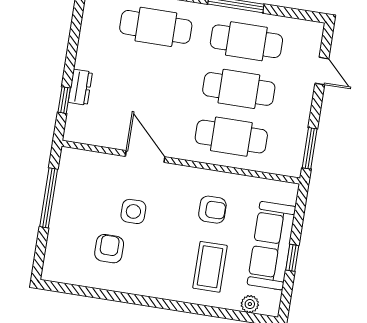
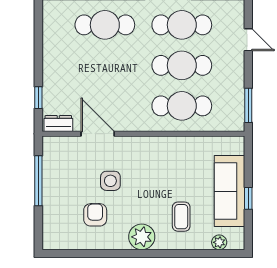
dresser: (80, 87) -> (58, 124), moved, turned -90
door: (145, 157) -> (98, 134), moved
armchair: (212, 210) -> (176, 169), removed
coffee table: (210, 267) -> (181, 217), width x0.73, depth x0.77
plant: (160, 283) -> (142, 237), added

